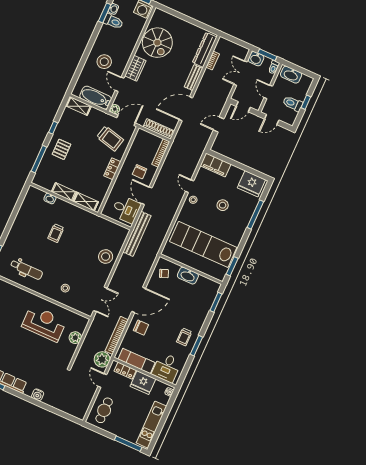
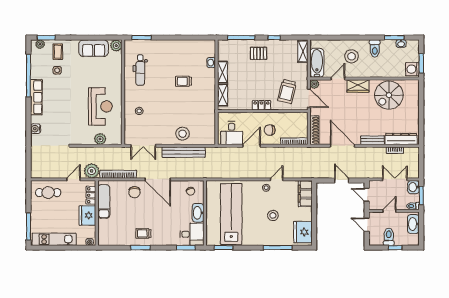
toilet: (113, 21) -> (375, 48), moved
bench: (137, 234) -> (184, 152), moved
desk: (167, 368) -> (192, 234), moved, turned 180

